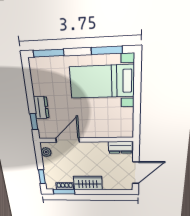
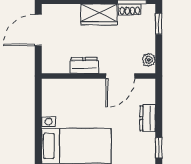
window: (34, 122) -> (159, 148), moved
dresser: (120, 147) -> (84, 66), moved

